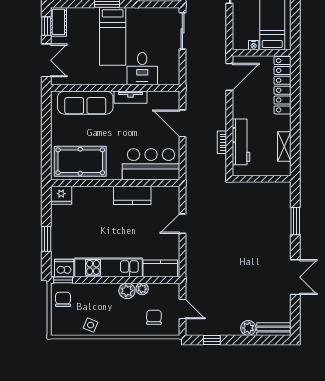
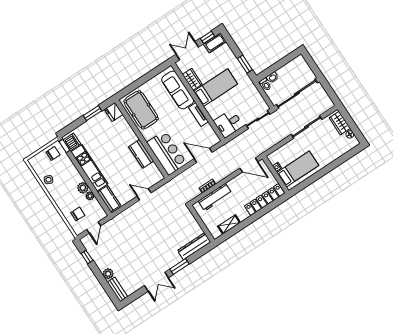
bed: (113, 36) -> (216, 88), moved, turned 180
double door: (46, 60) -> (187, 51), swing flipped
desk: (142, 69) -> (228, 124), moved
wardrobe: (84, 77) -> (192, 79), added
door: (182, 123) -> (203, 155), hinge flipped
dresser: (283, 205) -> (194, 246), added
window: (295, 221) -> (179, 267), moved
window: (46, 239) -> (92, 113), moved

